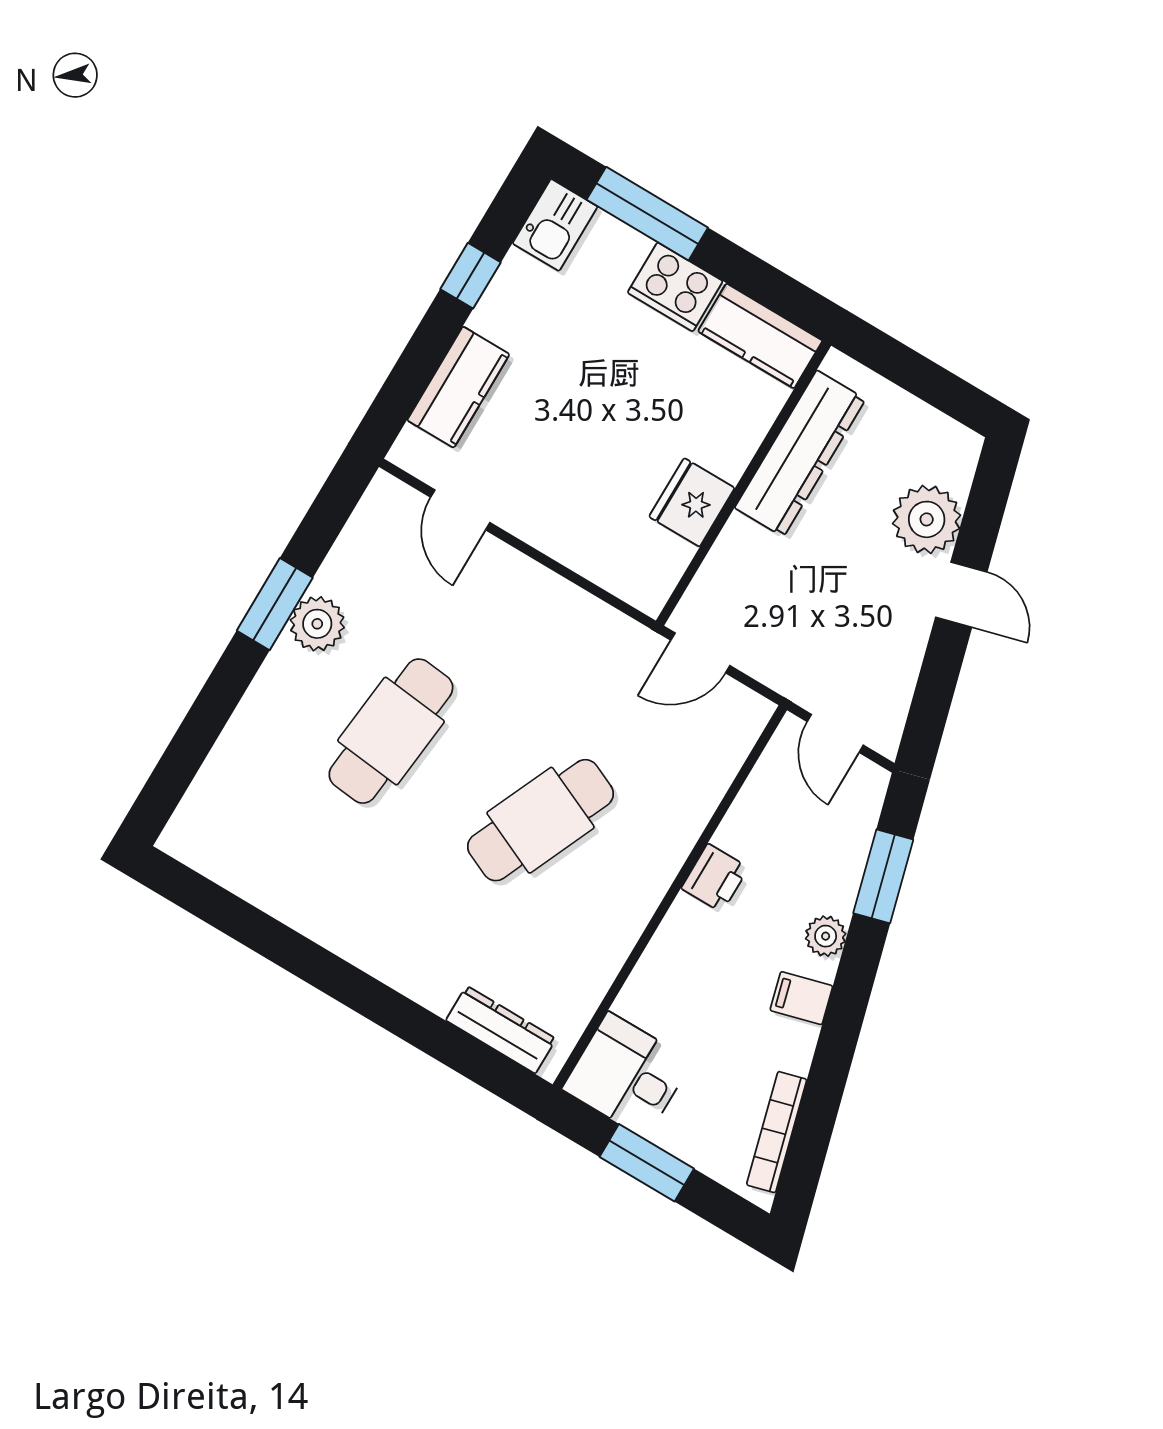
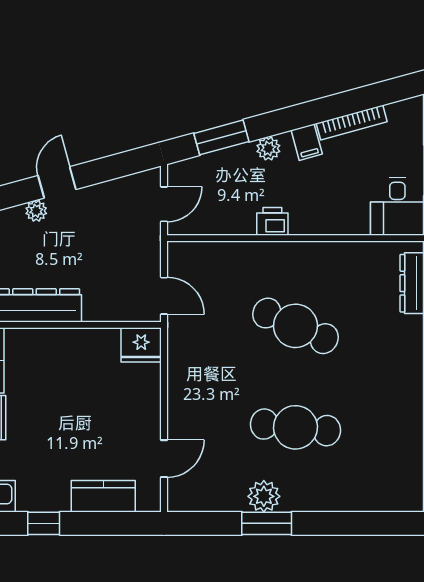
fridge: (692, 502) -> (141, 345), moved
plant: (927, 519) -> (36, 211), width x0.53, depth x0.53
bookcase: (777, 1132) -> (352, 123), moved

